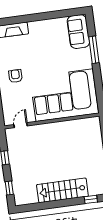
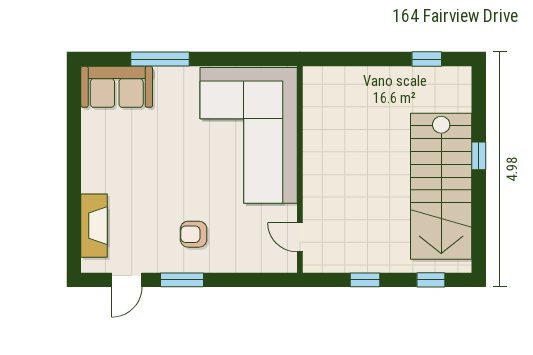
stairs: (62, 190) -> (441, 186), width x1.36, depth x1.51
window: (91, 199) -> (479, 156), moved

